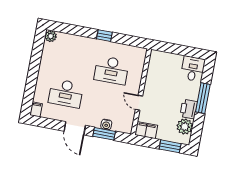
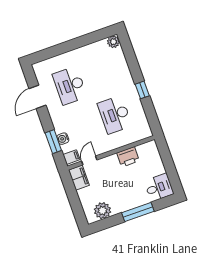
door: (139, 103) -> (89, 160), moved
filing cabinet: (36, 109) -> (71, 157), moved
printer: (189, 109) -> (128, 157), moved, turned 180
door: (75, 128) -> (37, 97), moved
window: (170, 146) -> (77, 208), removed

